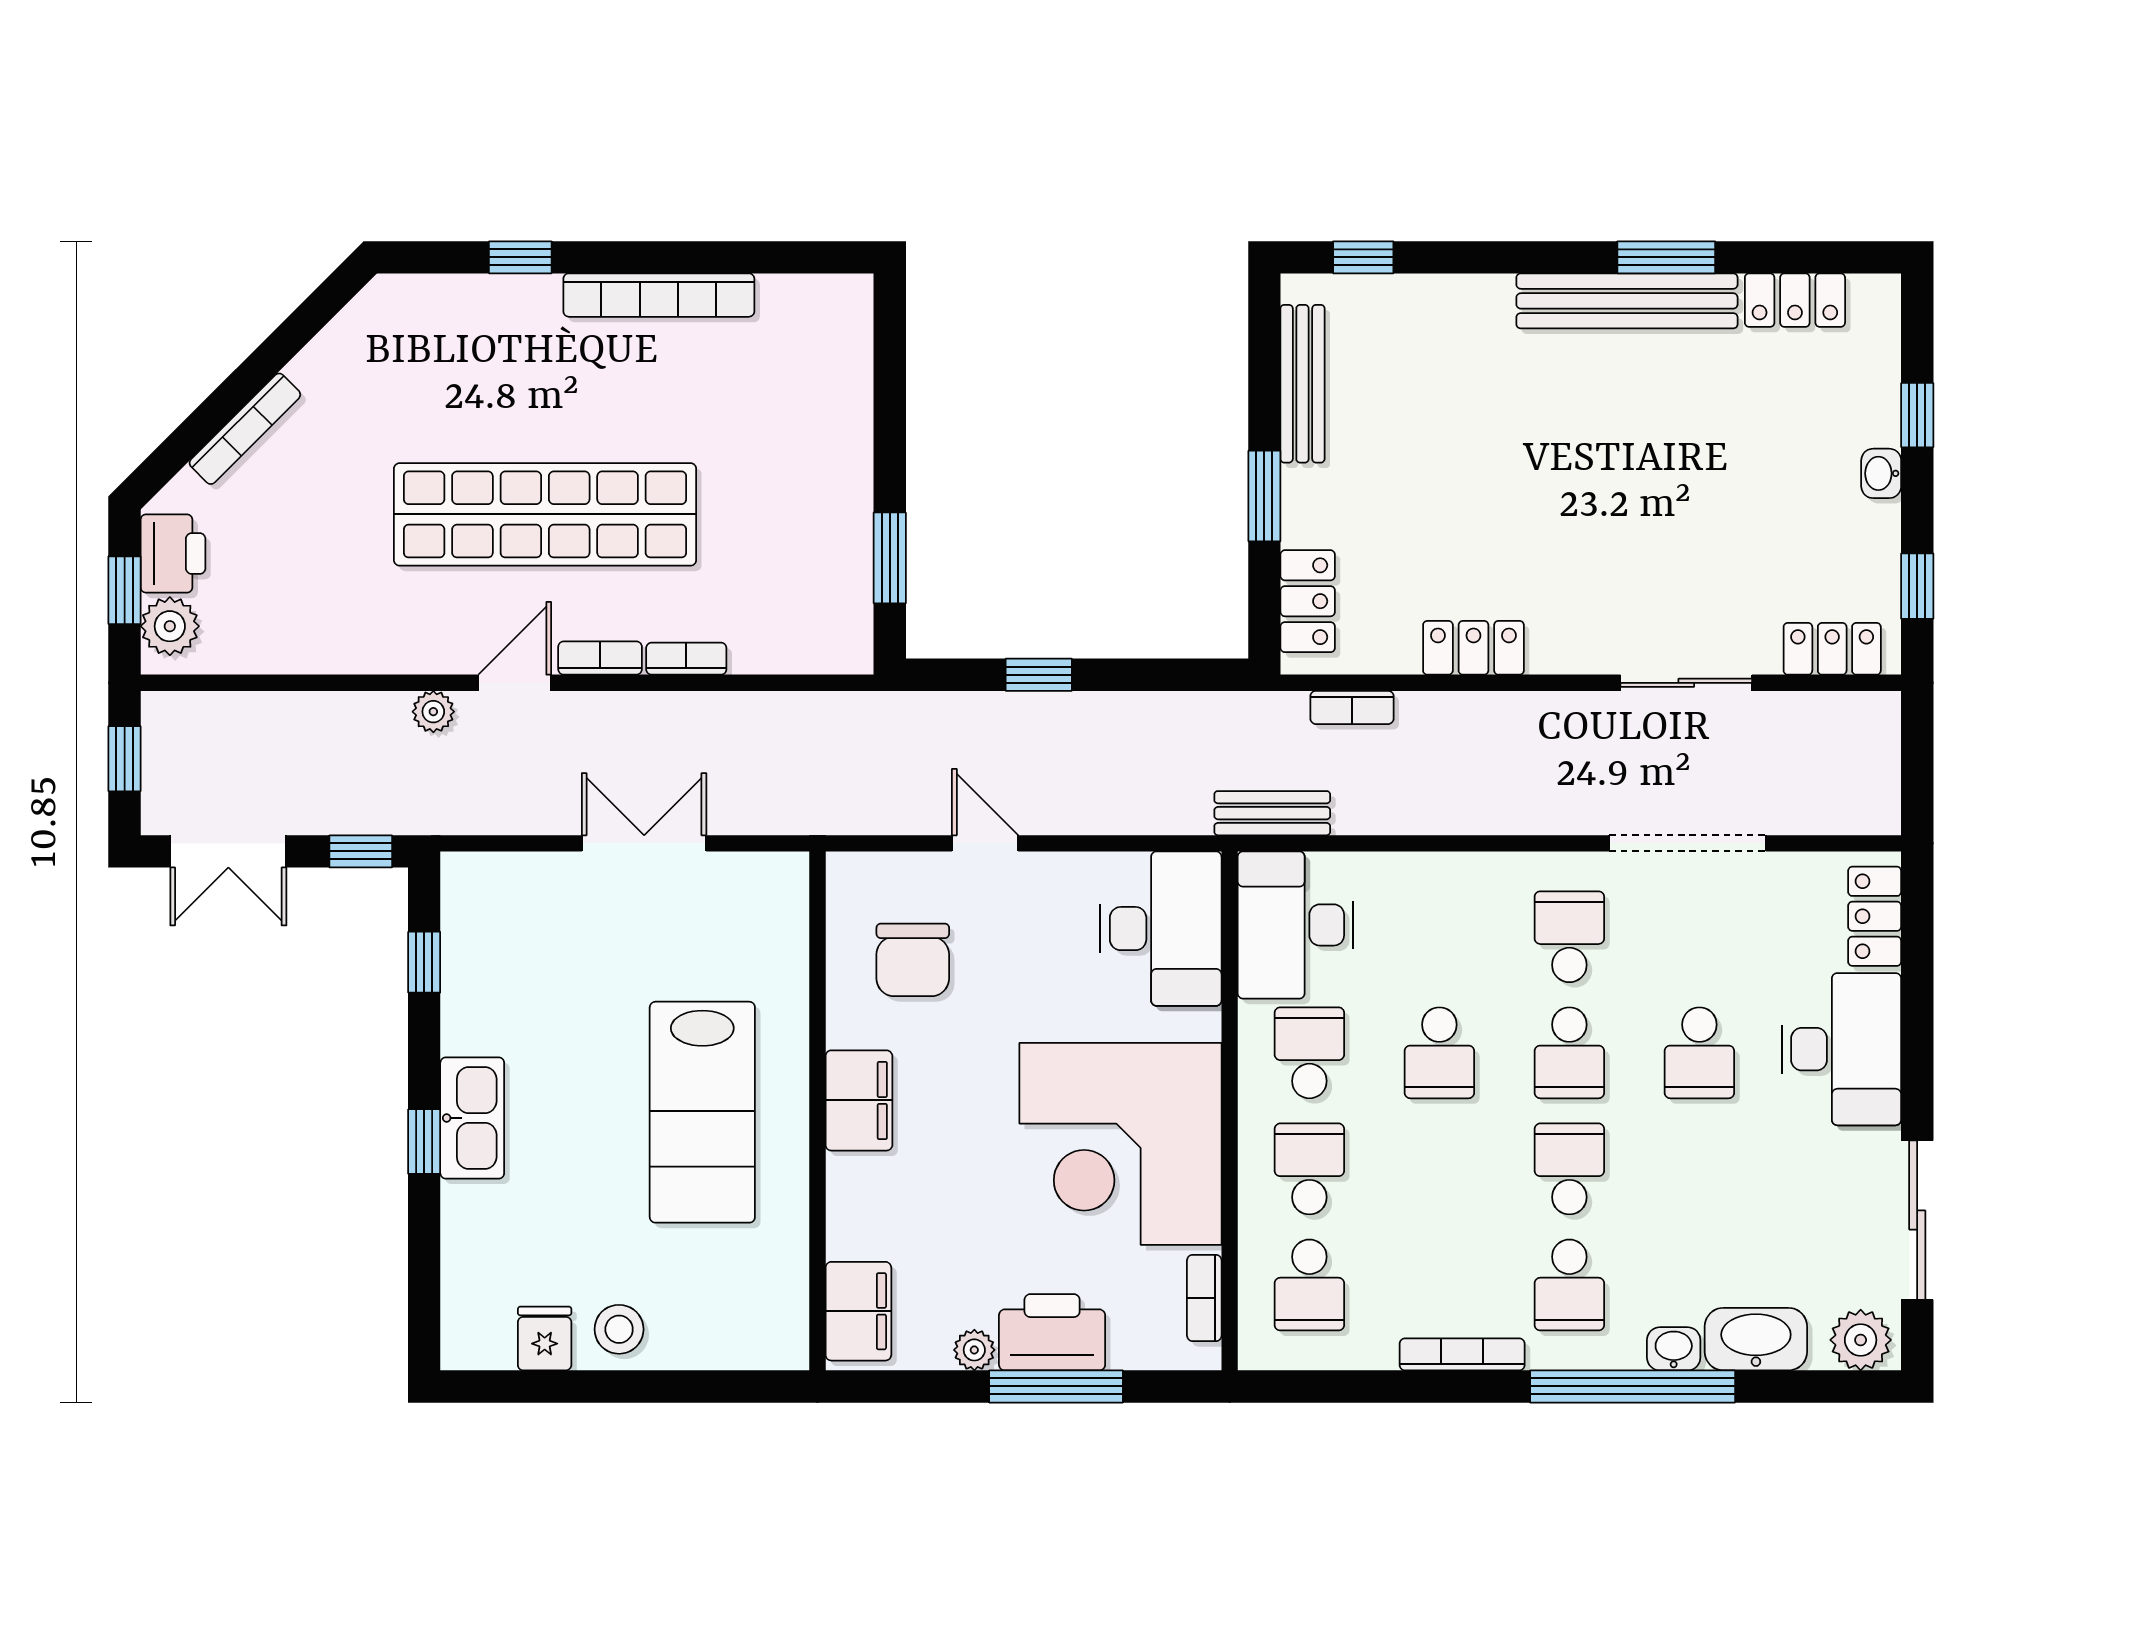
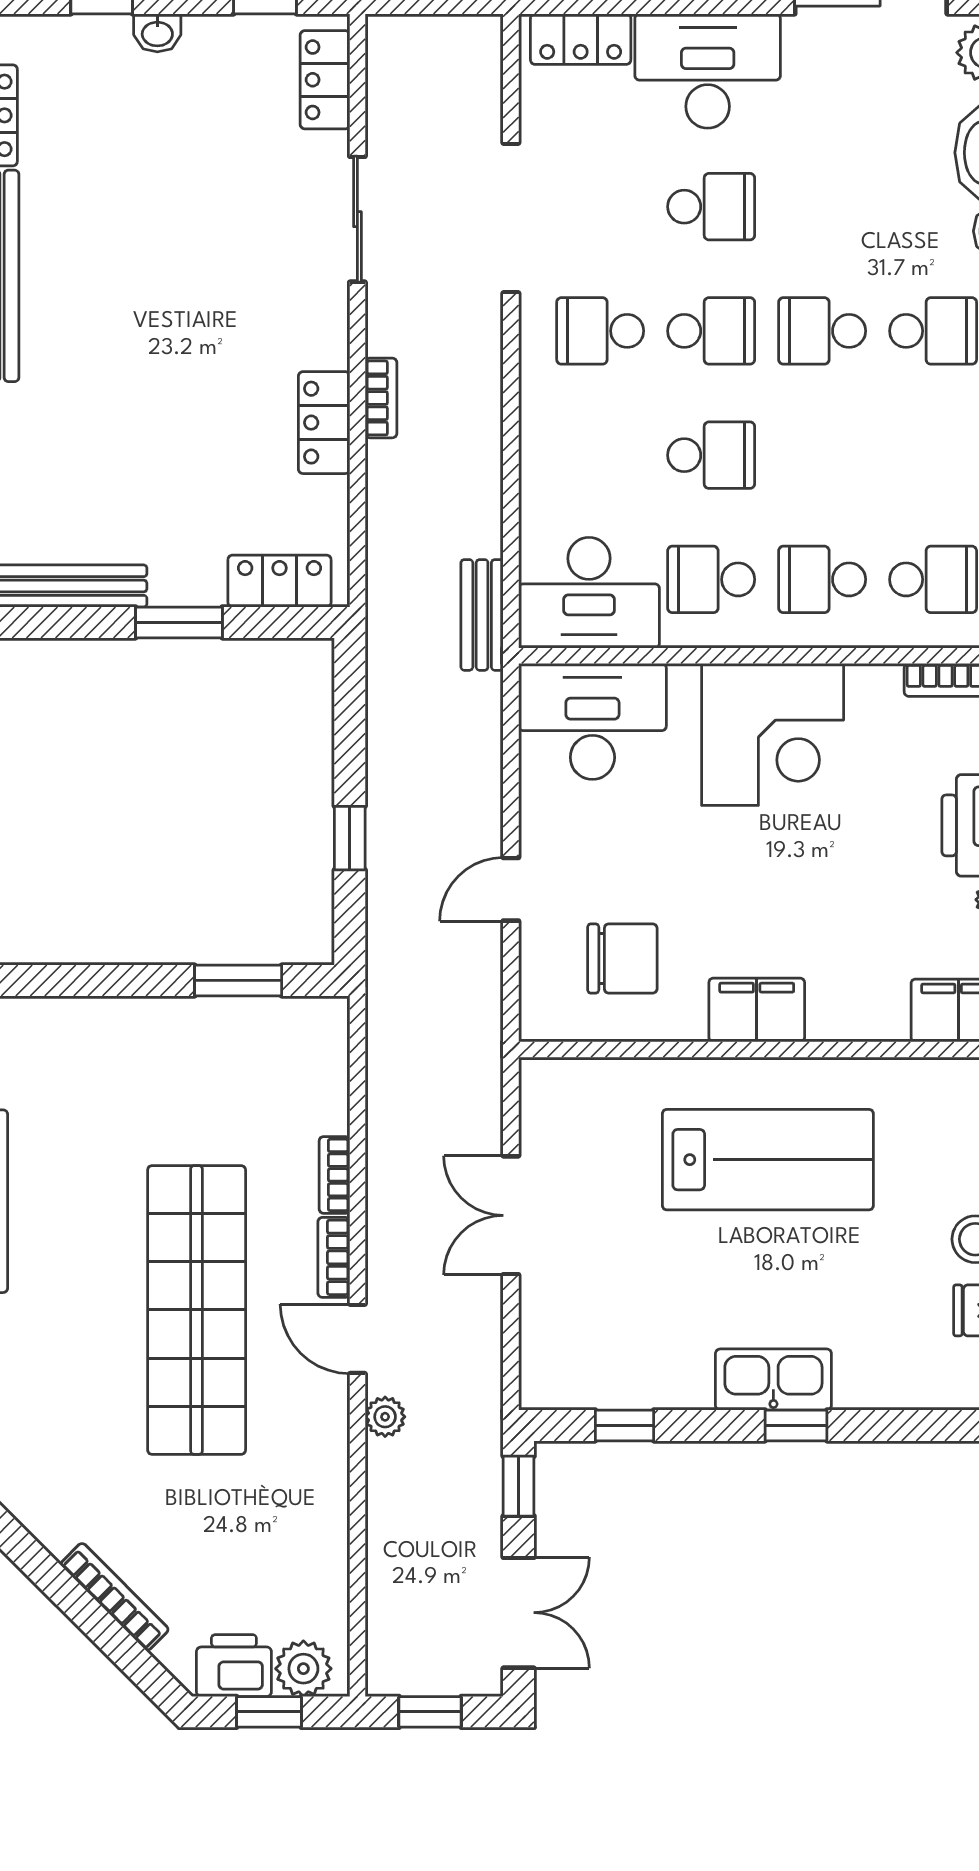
bookcase: (1352, 707) -> (381, 398), moved
corner desk: (1120, 1144) -> (773, 734), width x0.74, depth x0.74

